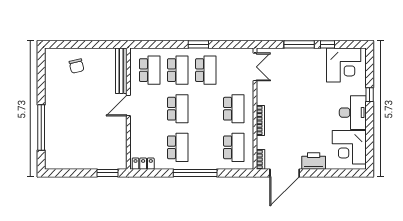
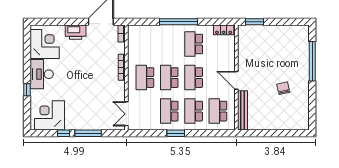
chair: (77, 66) -> (283, 88), moved
door: (128, 105) -> (236, 80), swing flipped
school desk: (234, 147) -> (169, 78), moved

